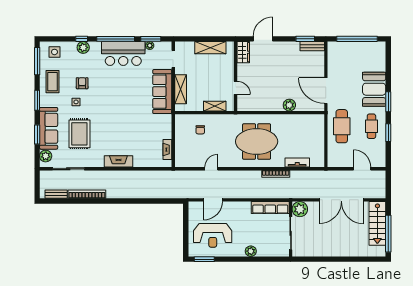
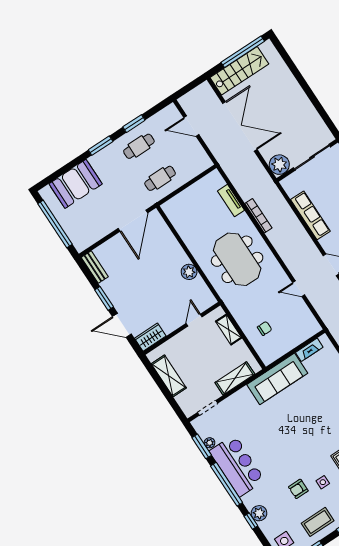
window: (305, 39) -> (104, 298), moved
booth: (374, 89) -> (76, 184), moved
sofa: (162, 92) -> (277, 379), moved
plant: (289, 105) -> (189, 272), moved
cafe table: (342, 126) -> (160, 178), width x0.73, depth x0.74
door: (362, 169) -> (191, 126), hinge flipped
row of seats: (270, 208) -> (310, 215), moved

